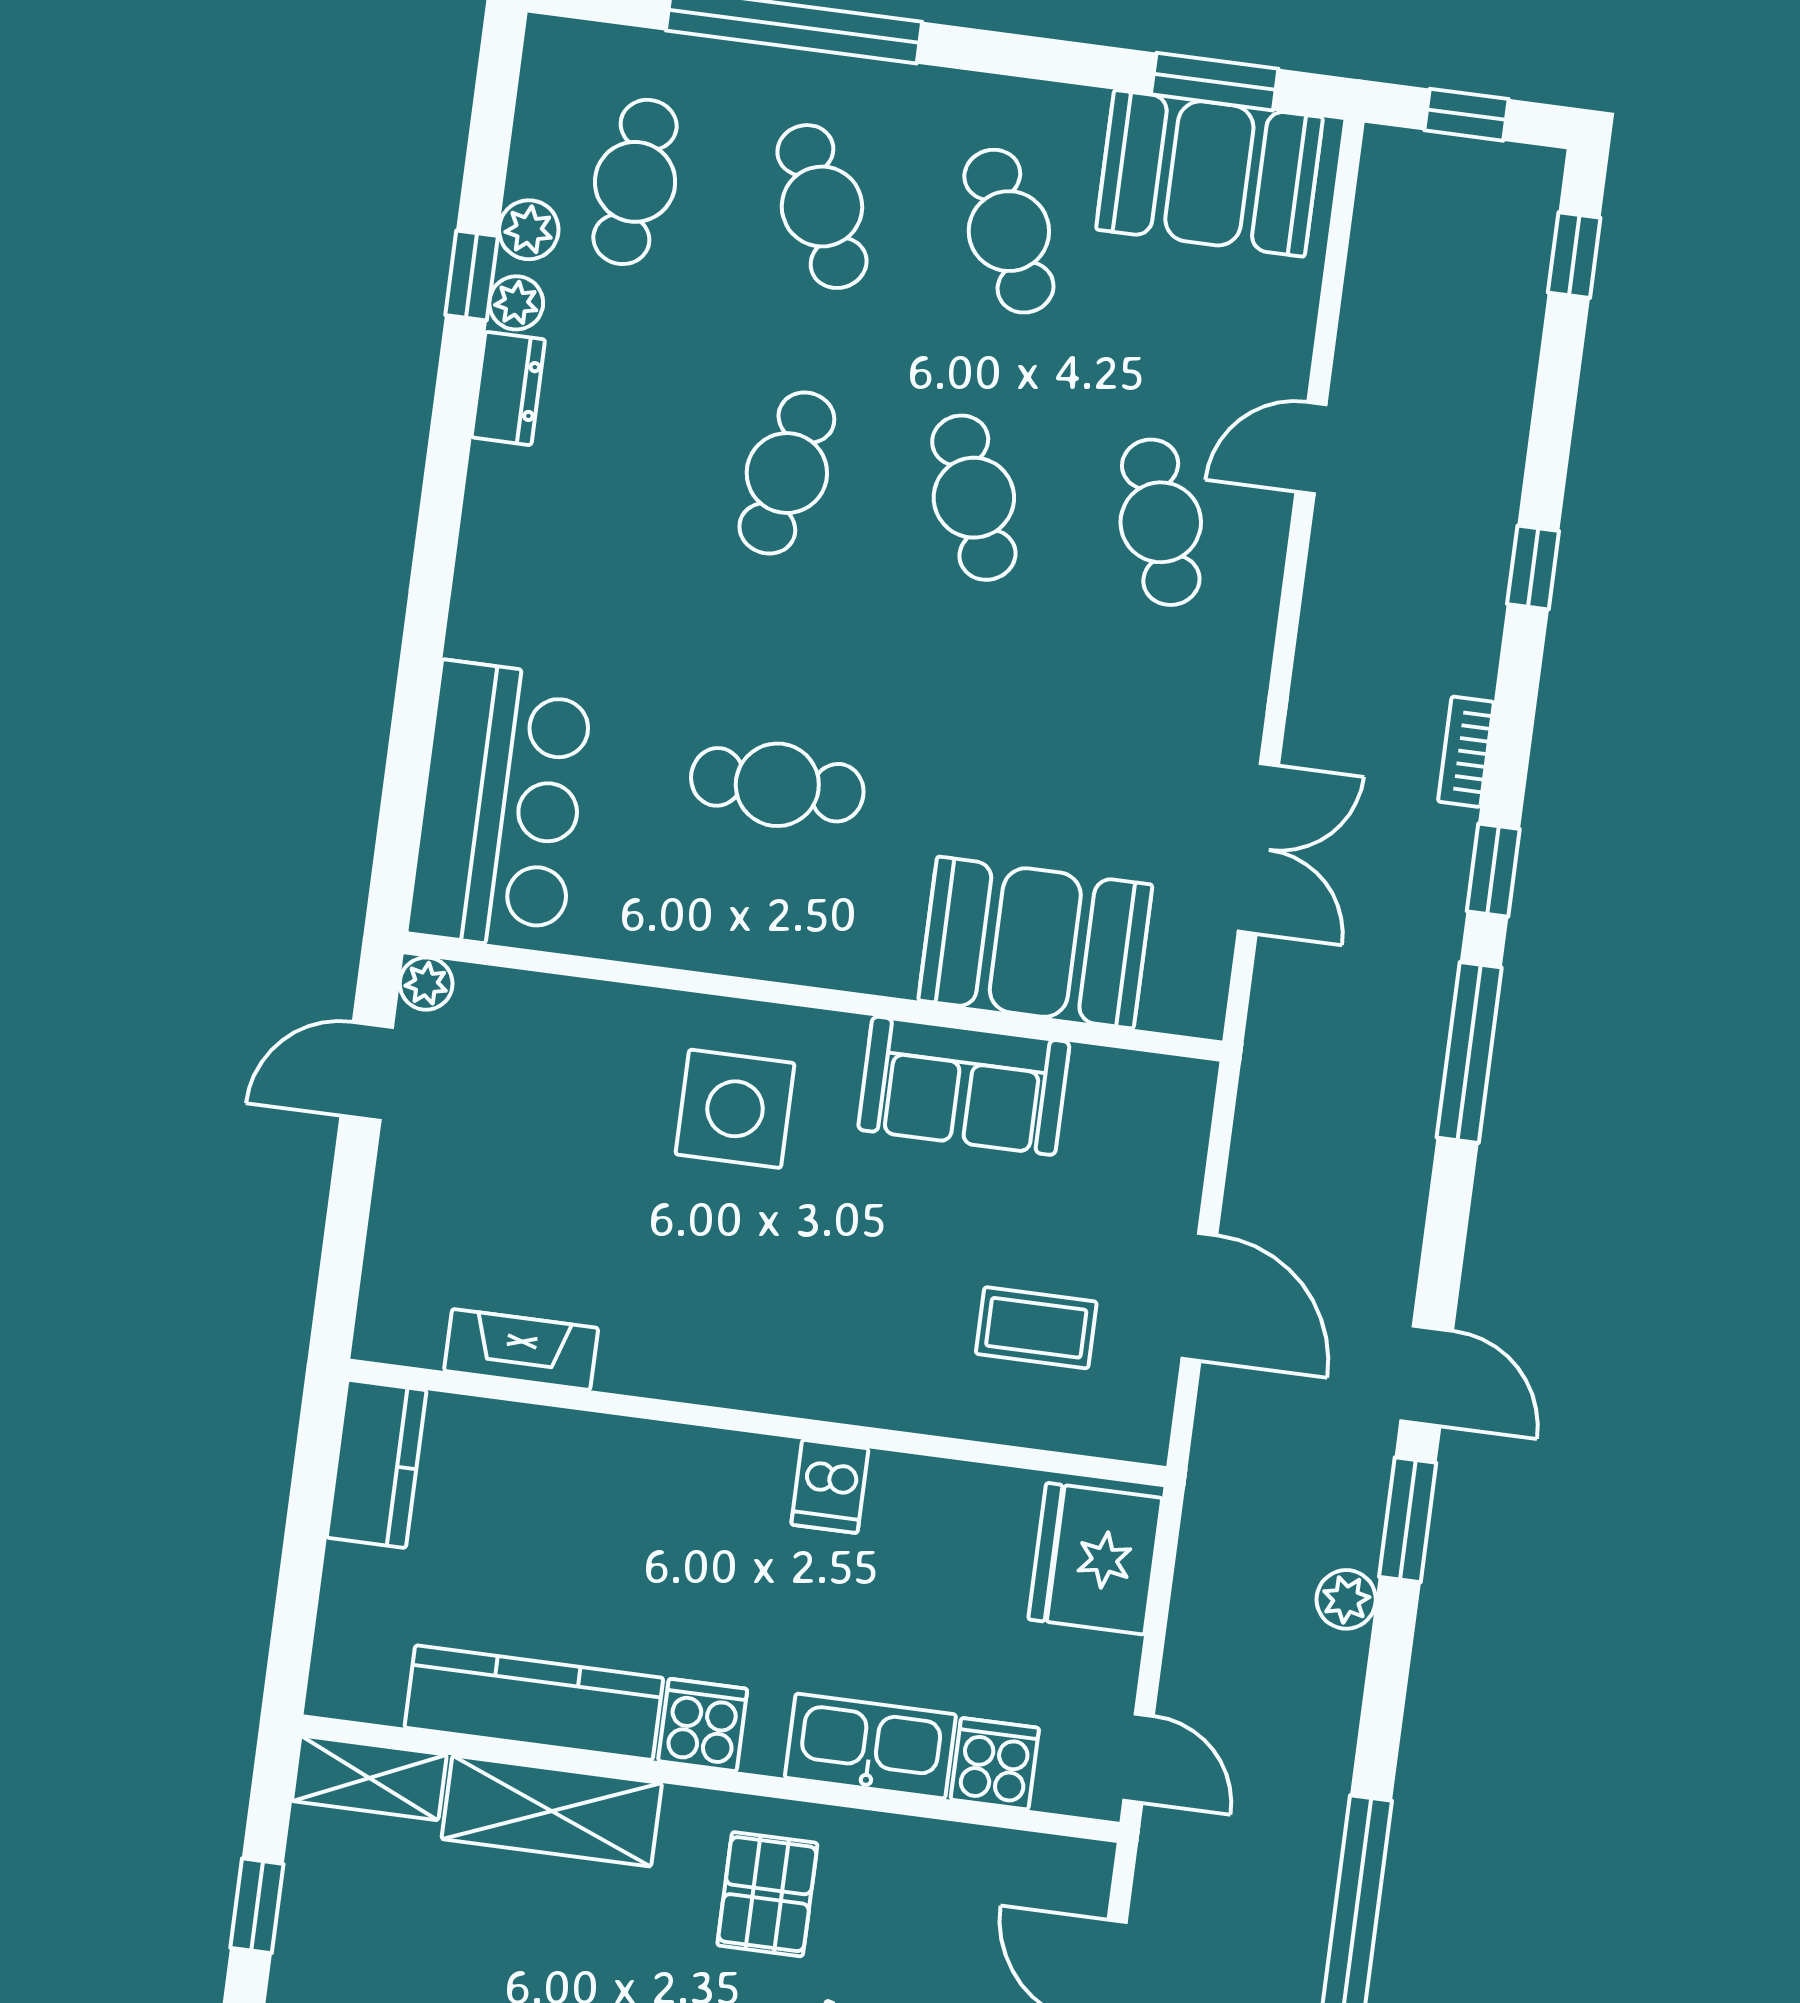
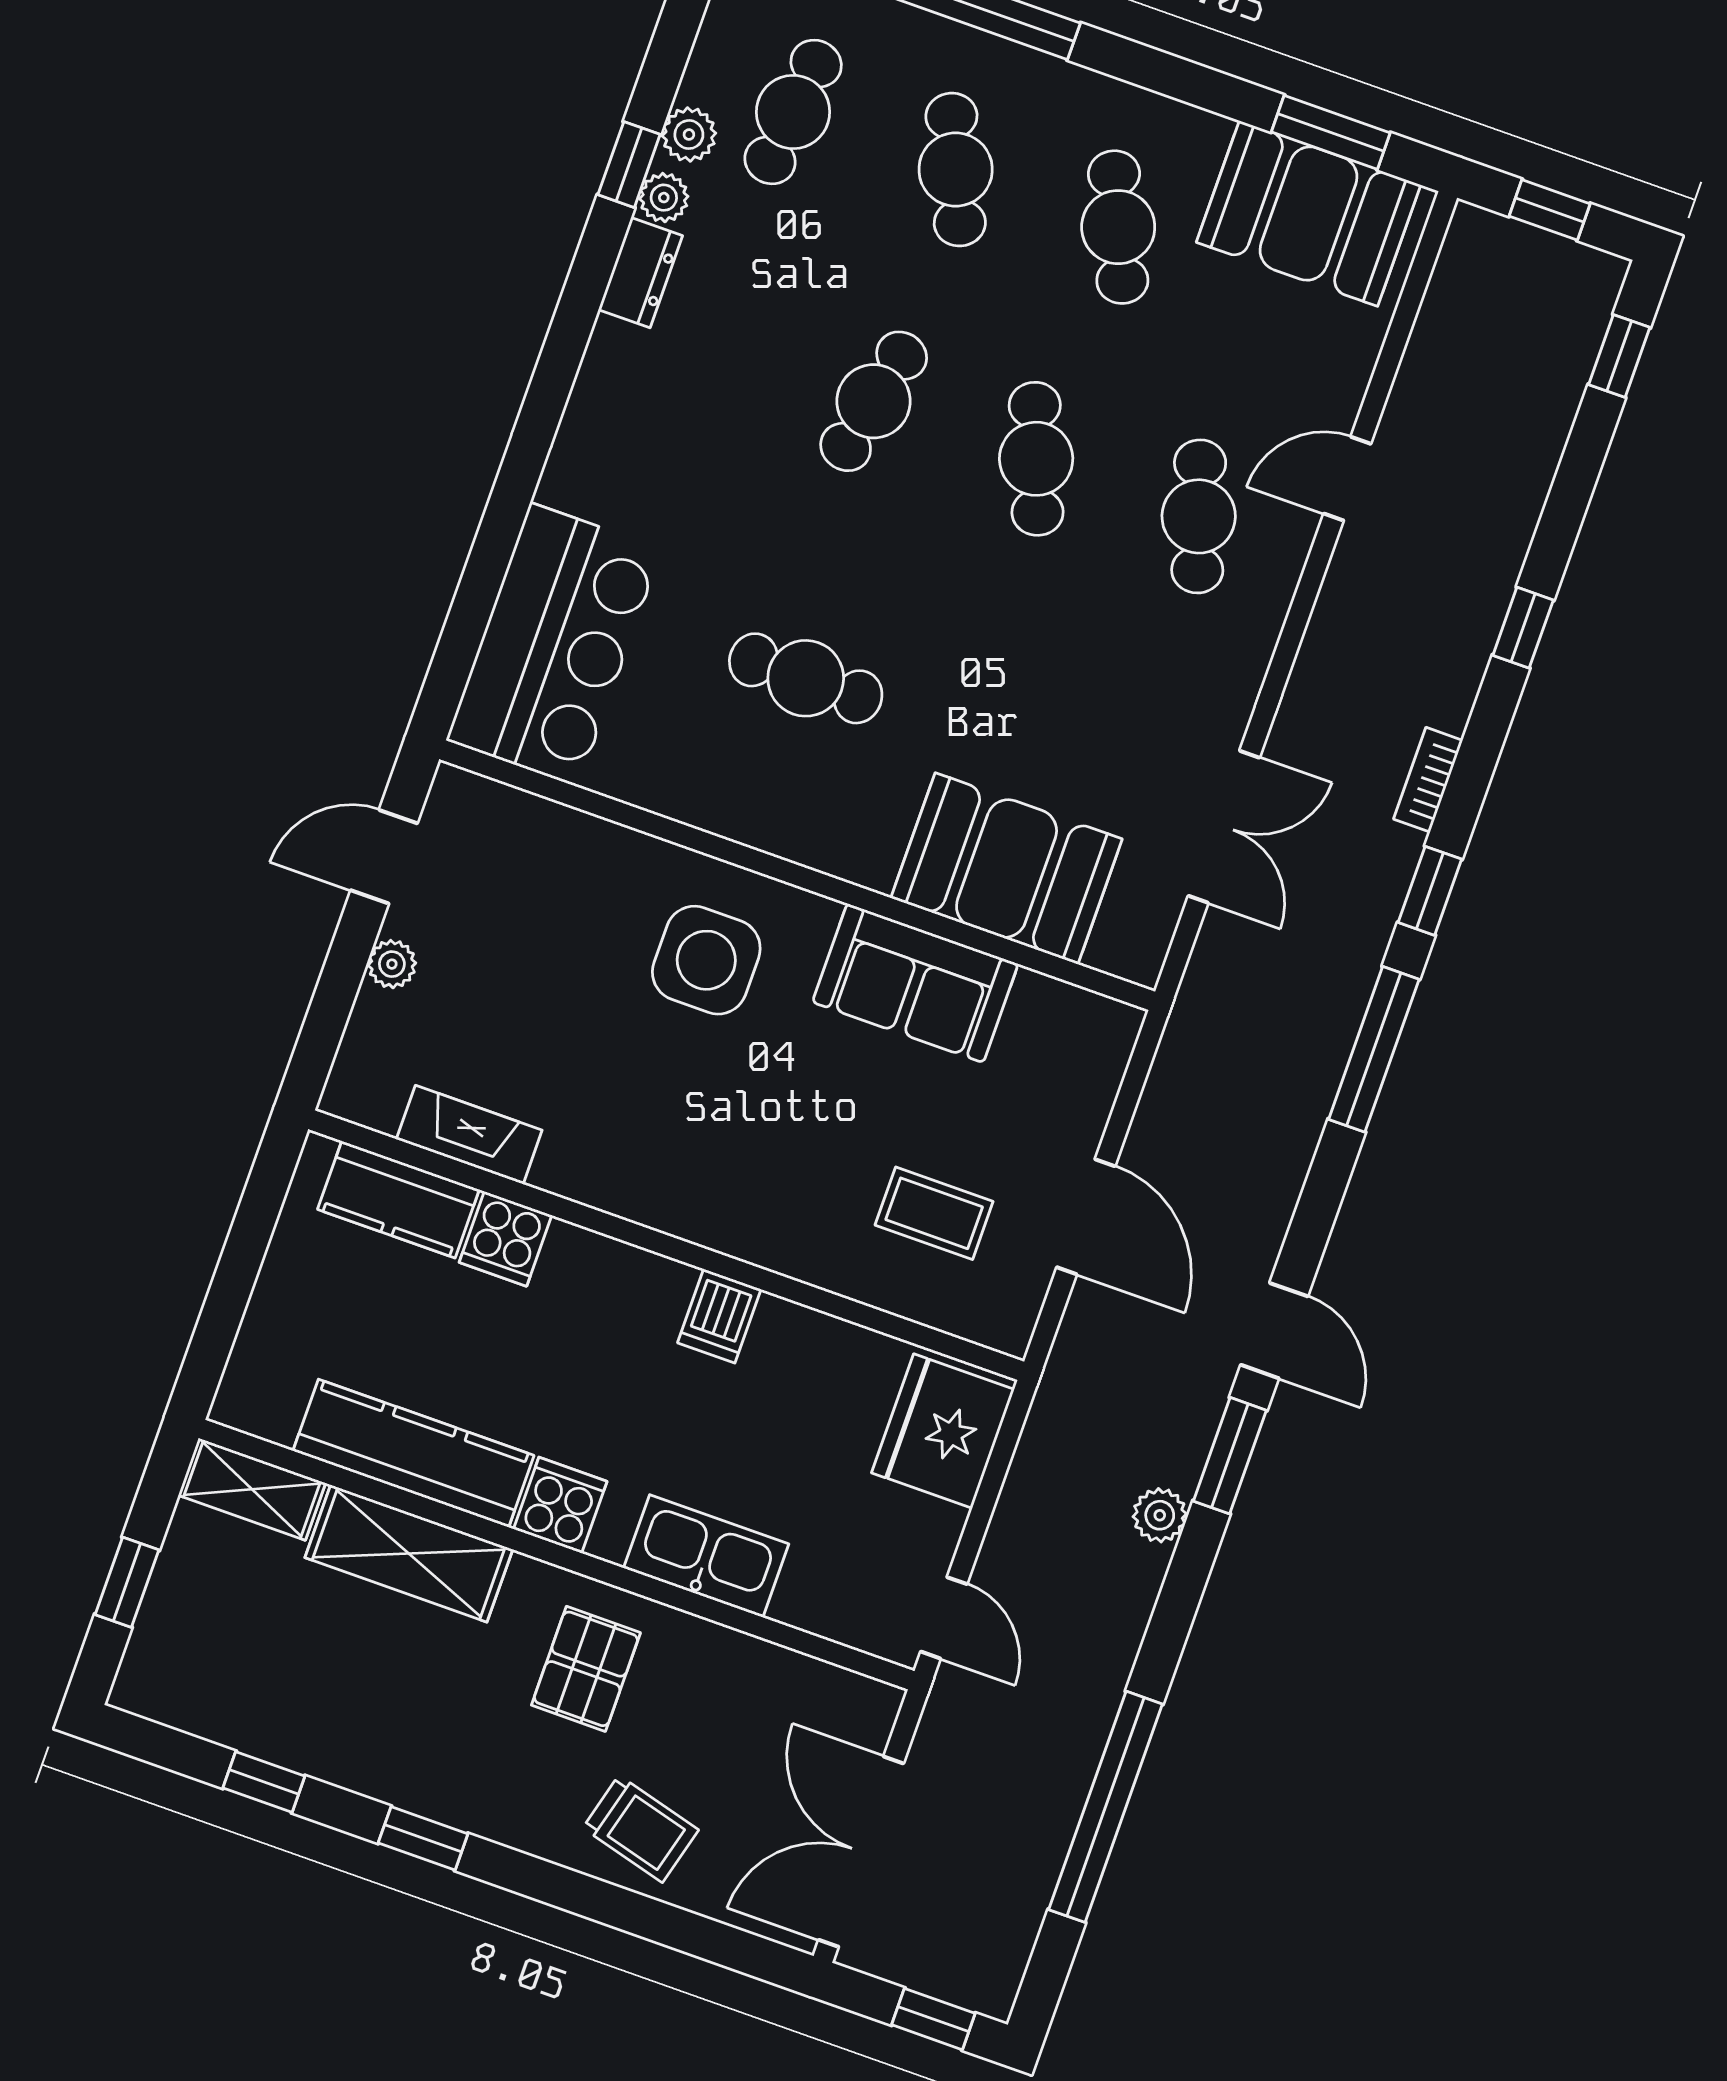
plant: (426, 984) -> (392, 964), moved
kitchen counter: (377, 1464) -> (398, 1199), moved, turned 90
cooker: (995, 1764) -> (505, 1239), moved, turned 180

